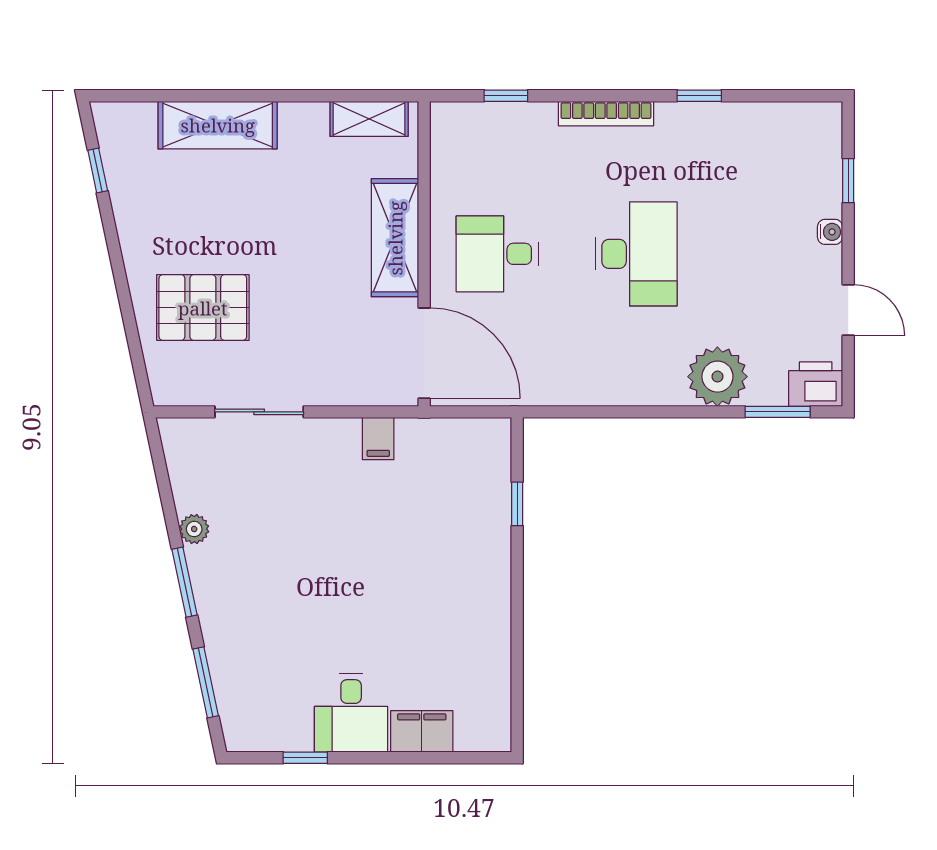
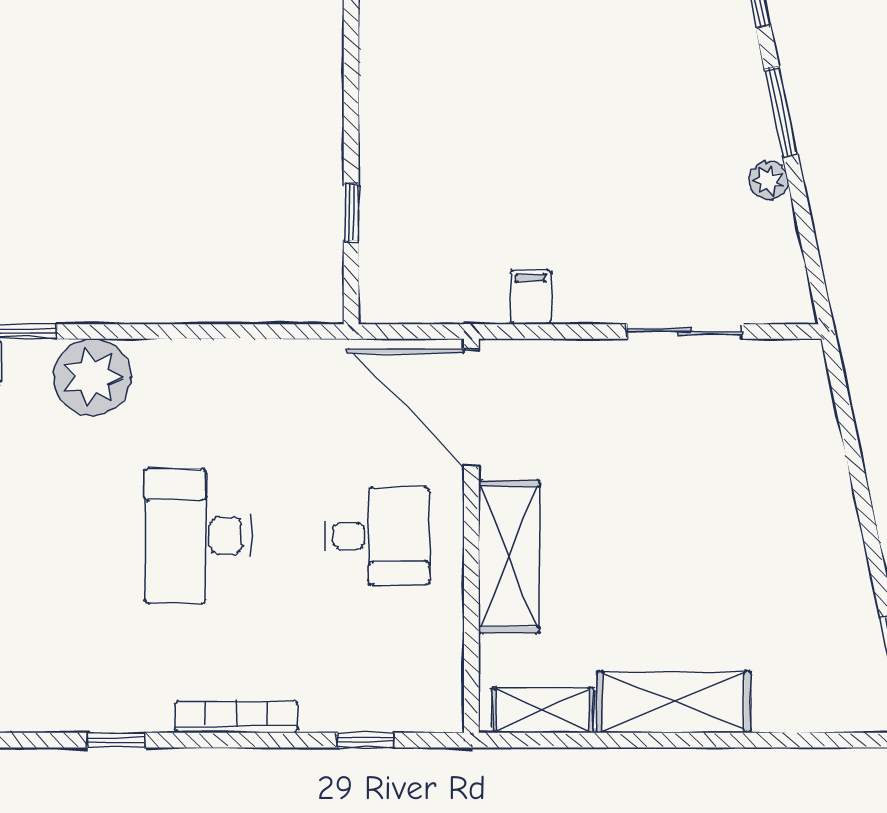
shelving: (218, 125) -> (674, 702), moved
pallet: (203, 308) -> (757, 466), removed

